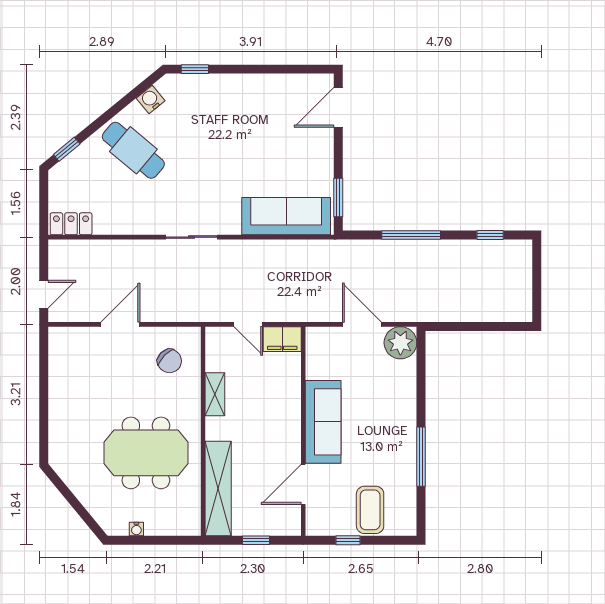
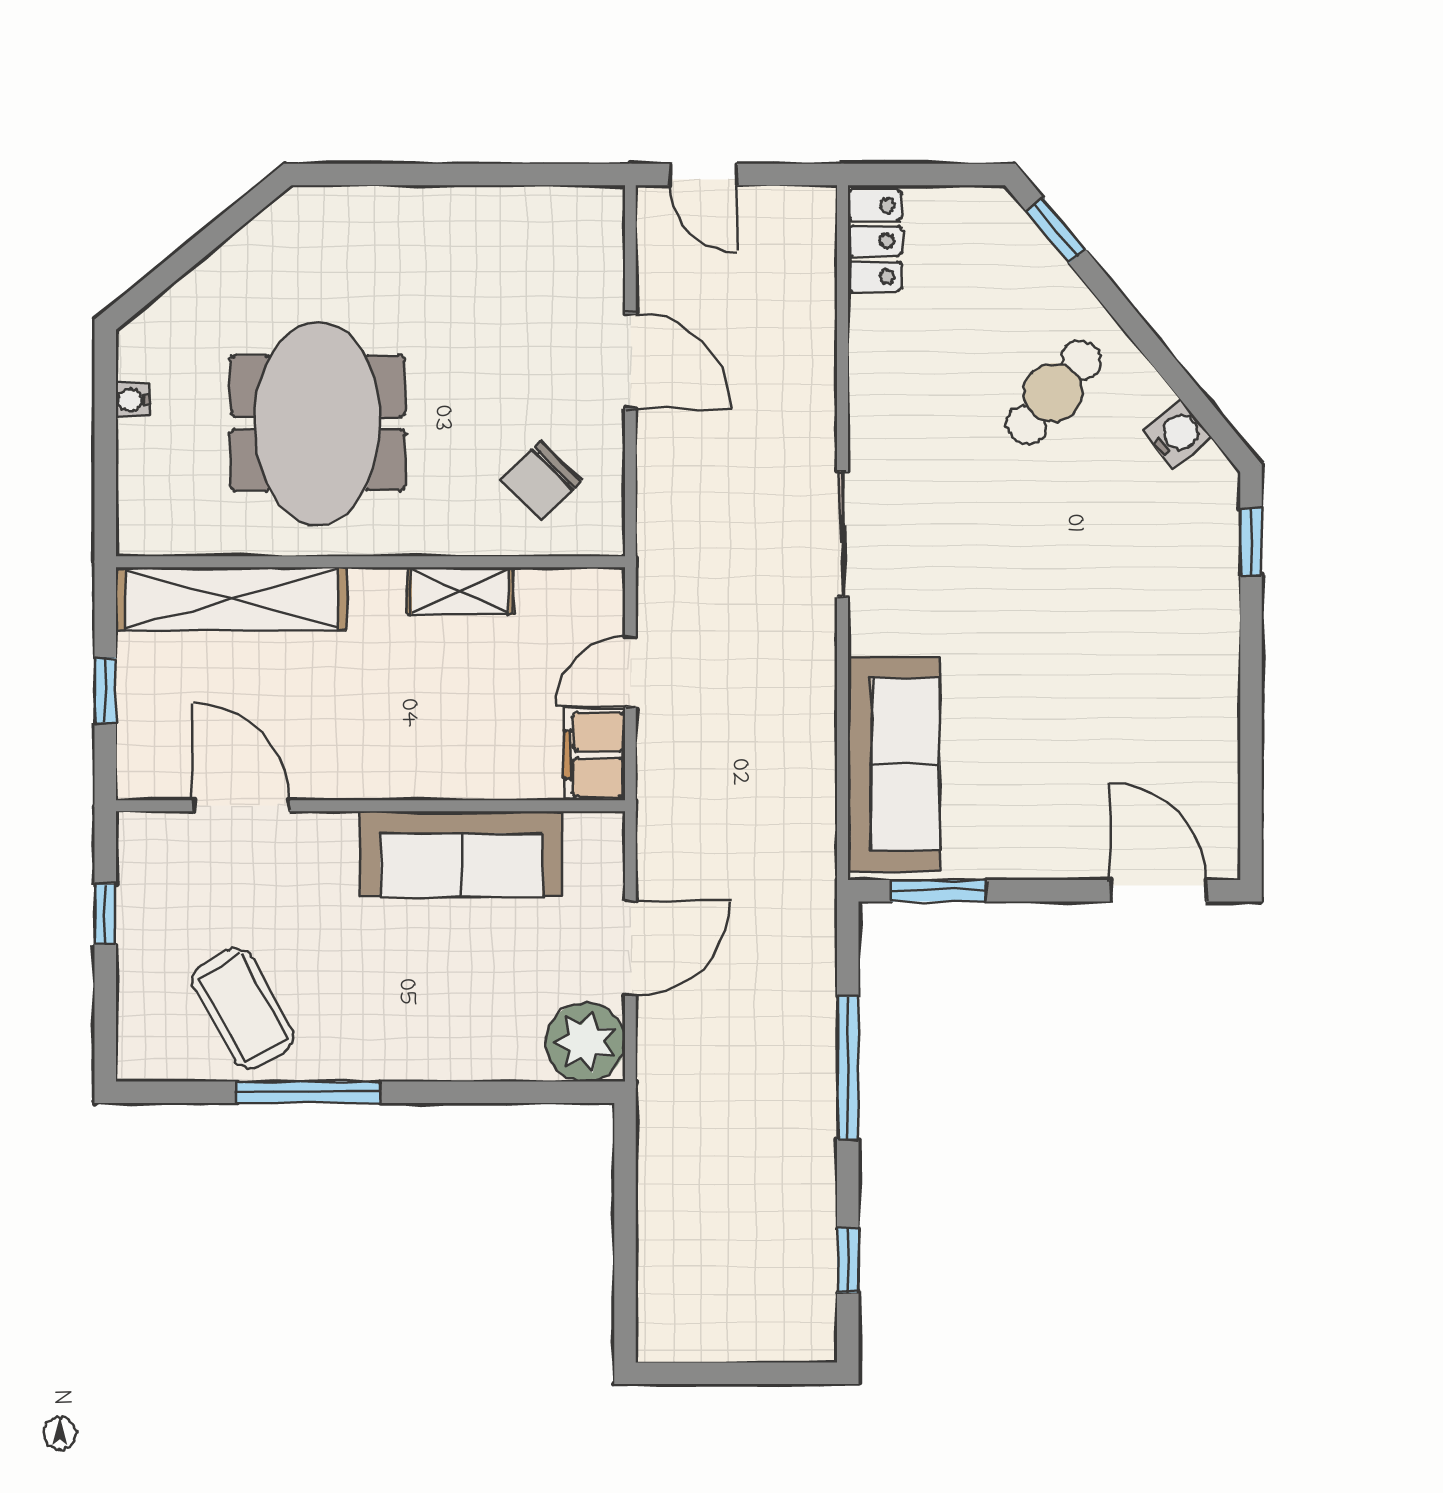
cafe table: (133, 150) -> (1054, 393), width x0.73, depth x0.74
sofa: (323, 422) -> (461, 854), moved
coffee table: (370, 510) -> (243, 1008), moved, turned 61

